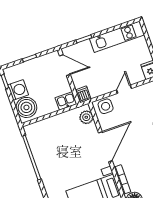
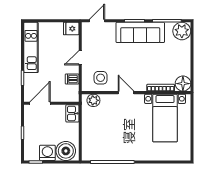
door: (124, 89) -> (80, 58), hinge flipped
dishwasher: (84, 94) -> (72, 79), moved
side table: (106, 106) -> (101, 78), moved
door: (105, 147) -> (126, 93), width x0.53

